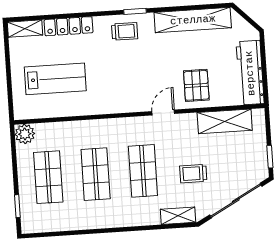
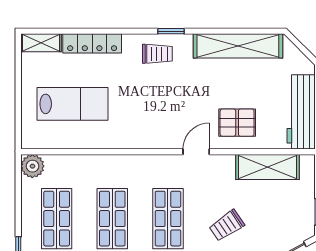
pallet: (196, 85) -> (237, 123), turned 90
trolley: (193, 174) -> (227, 226), turned -34

